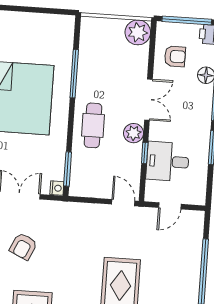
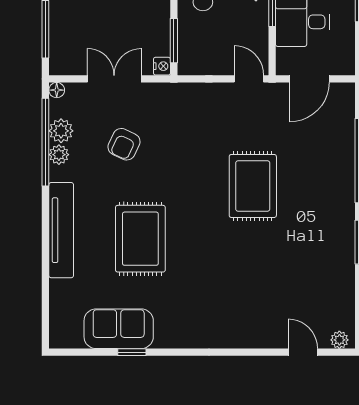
door: (170, 206) -> (309, 79), width x1.38

